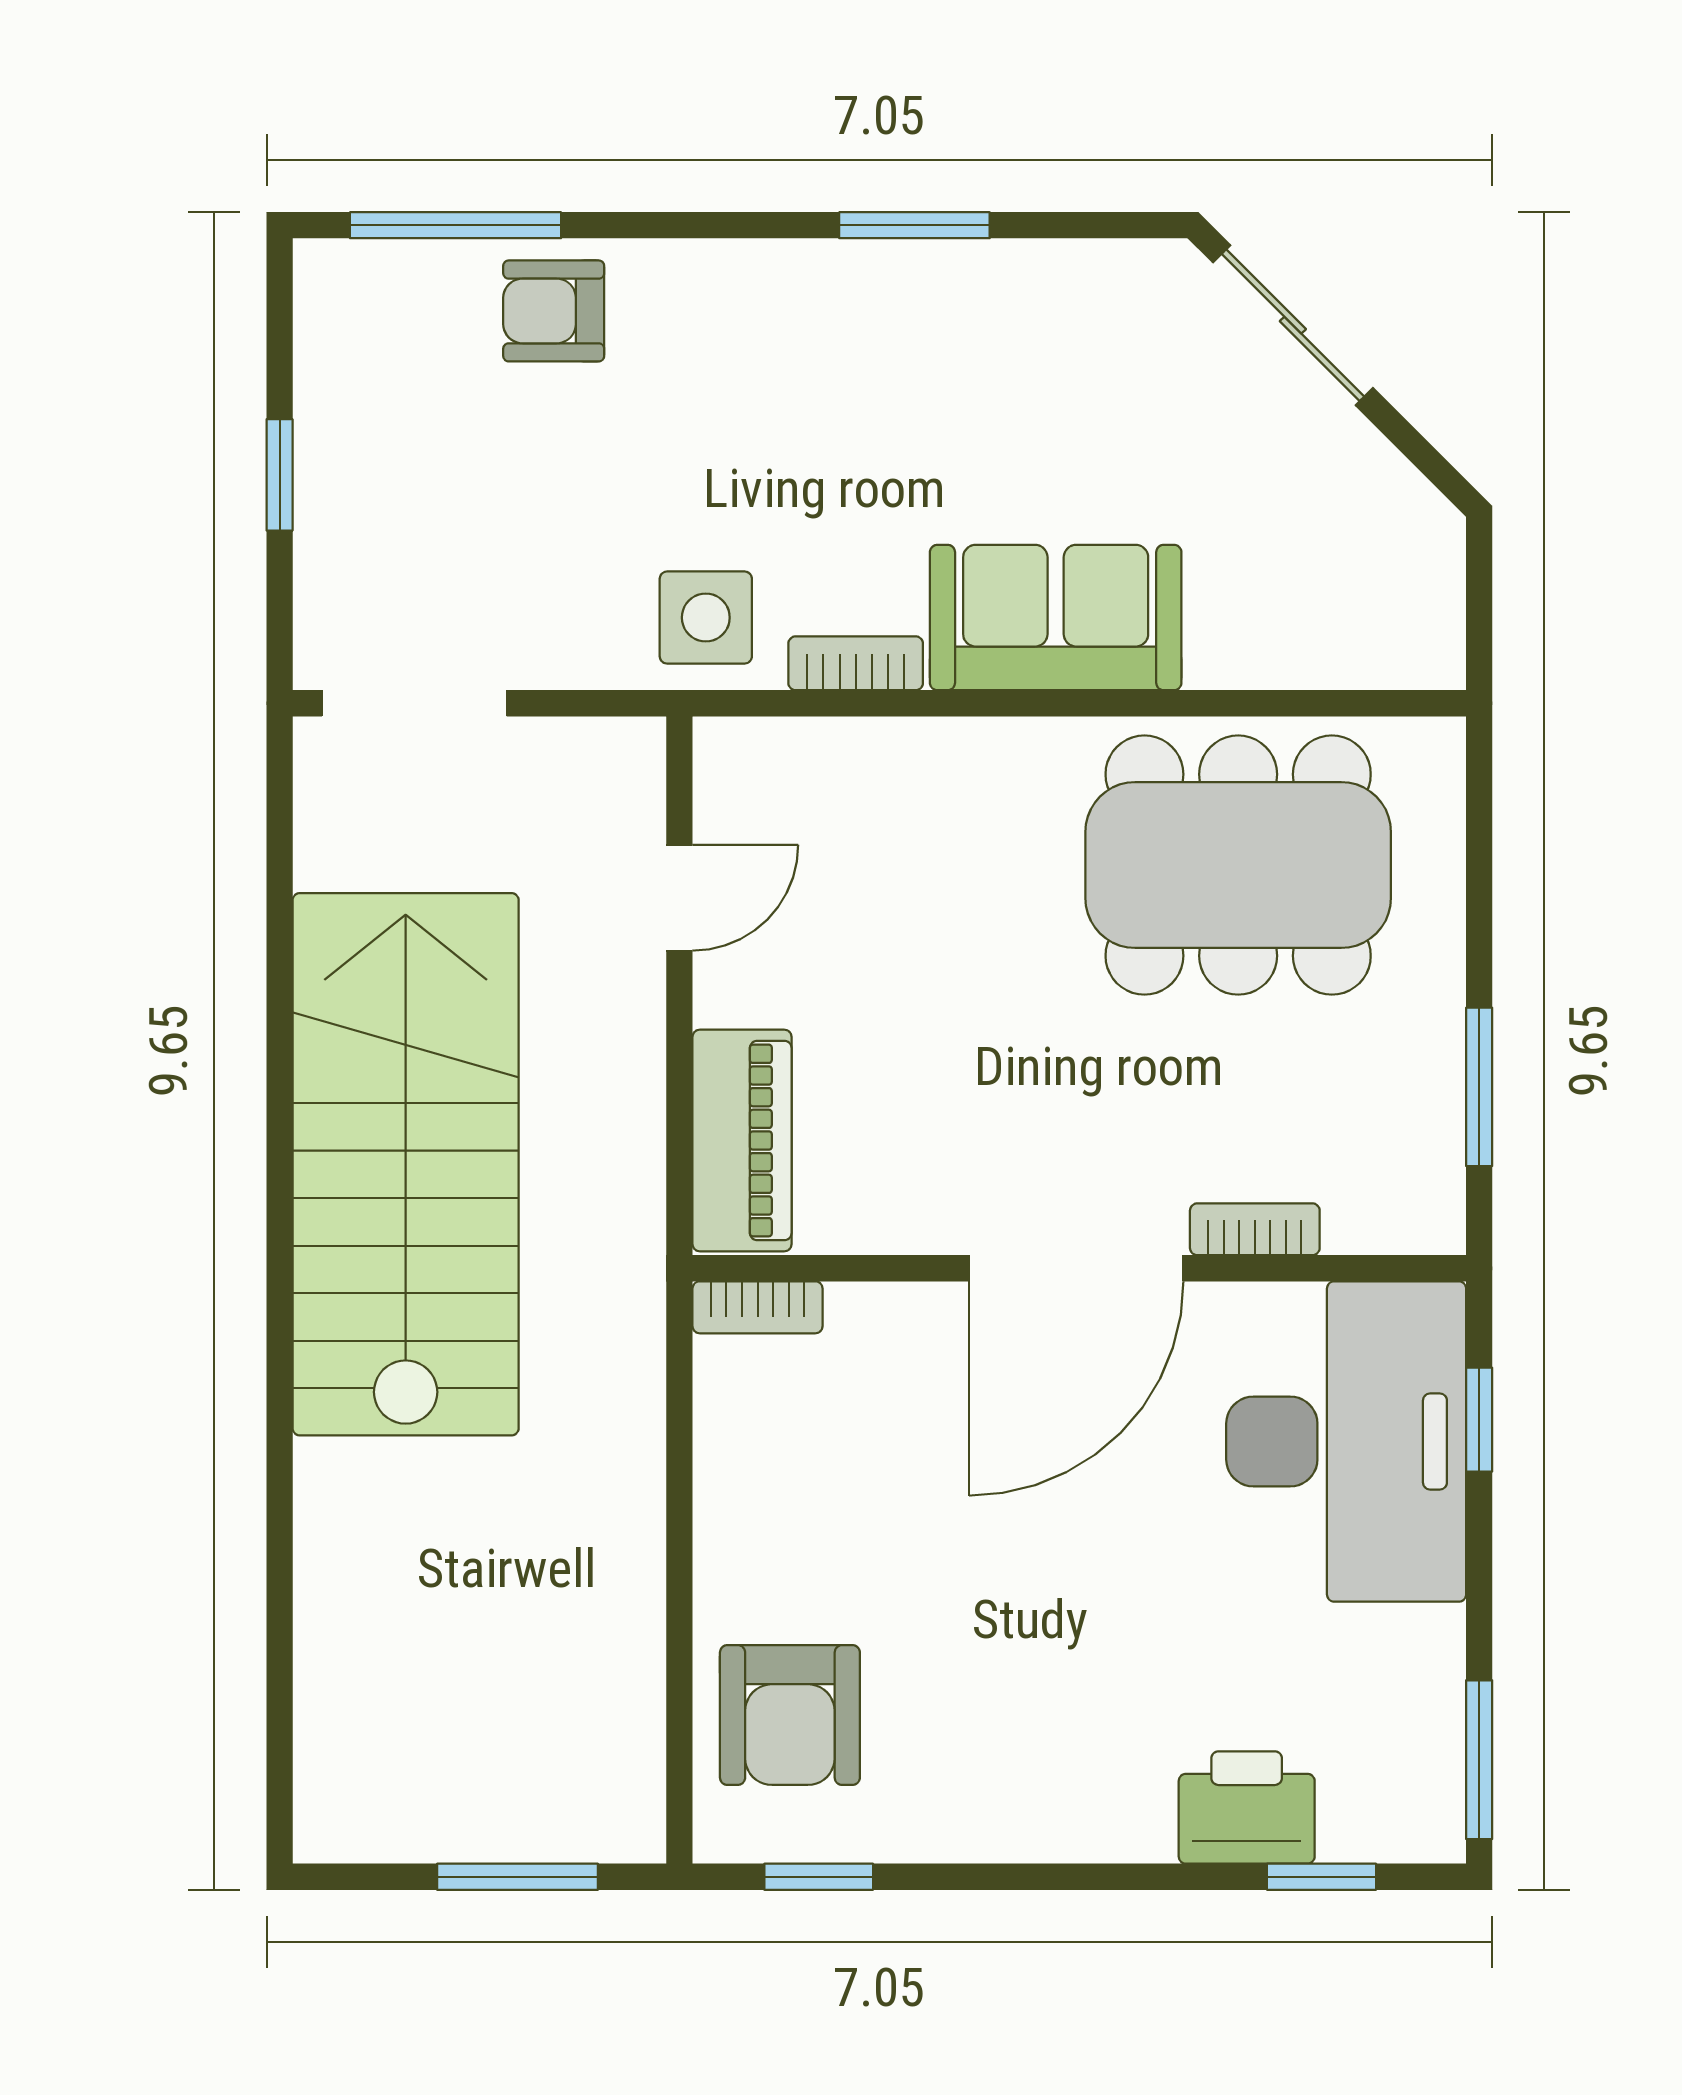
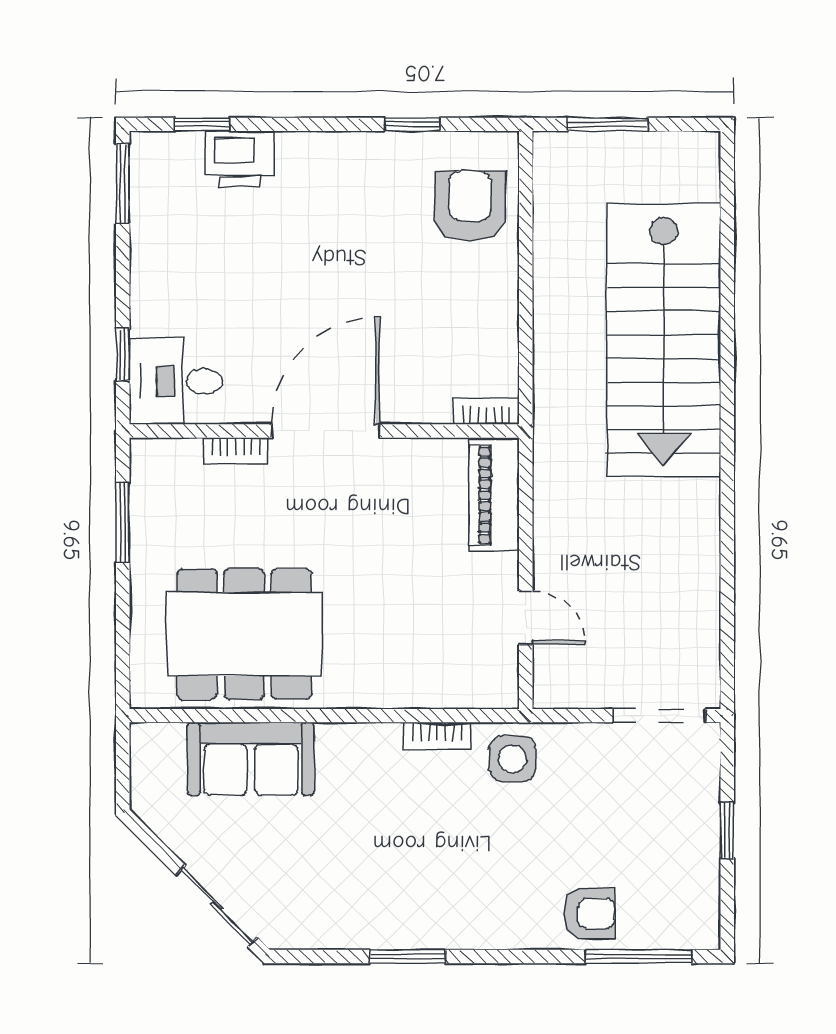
sofa: (1056, 618) -> (251, 759), moved
door: (679, 898) -> (526, 618), swing flipped
stairs: (406, 1164) -> (664, 340), moved
desk: (1346, 1441) -> (176, 381), width x0.53, depth x0.77
window: (819, 1877) -> (412, 124), moved

